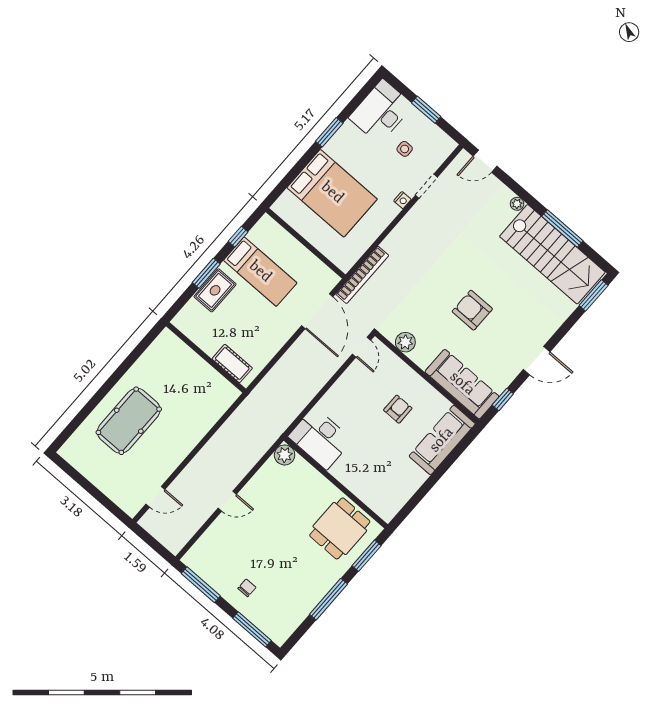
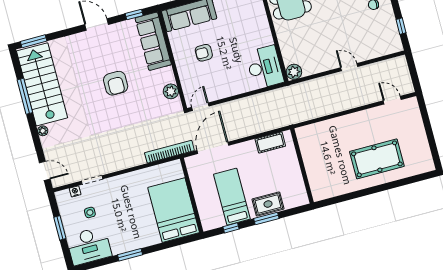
bed: (332, 193) -> (174, 210), moved
nightstand: (402, 200) -> (75, 191), moved
cot: (232, 363) -> (270, 143), moved, turned 90
window: (201, 585) -> (401, 26), width x0.46

